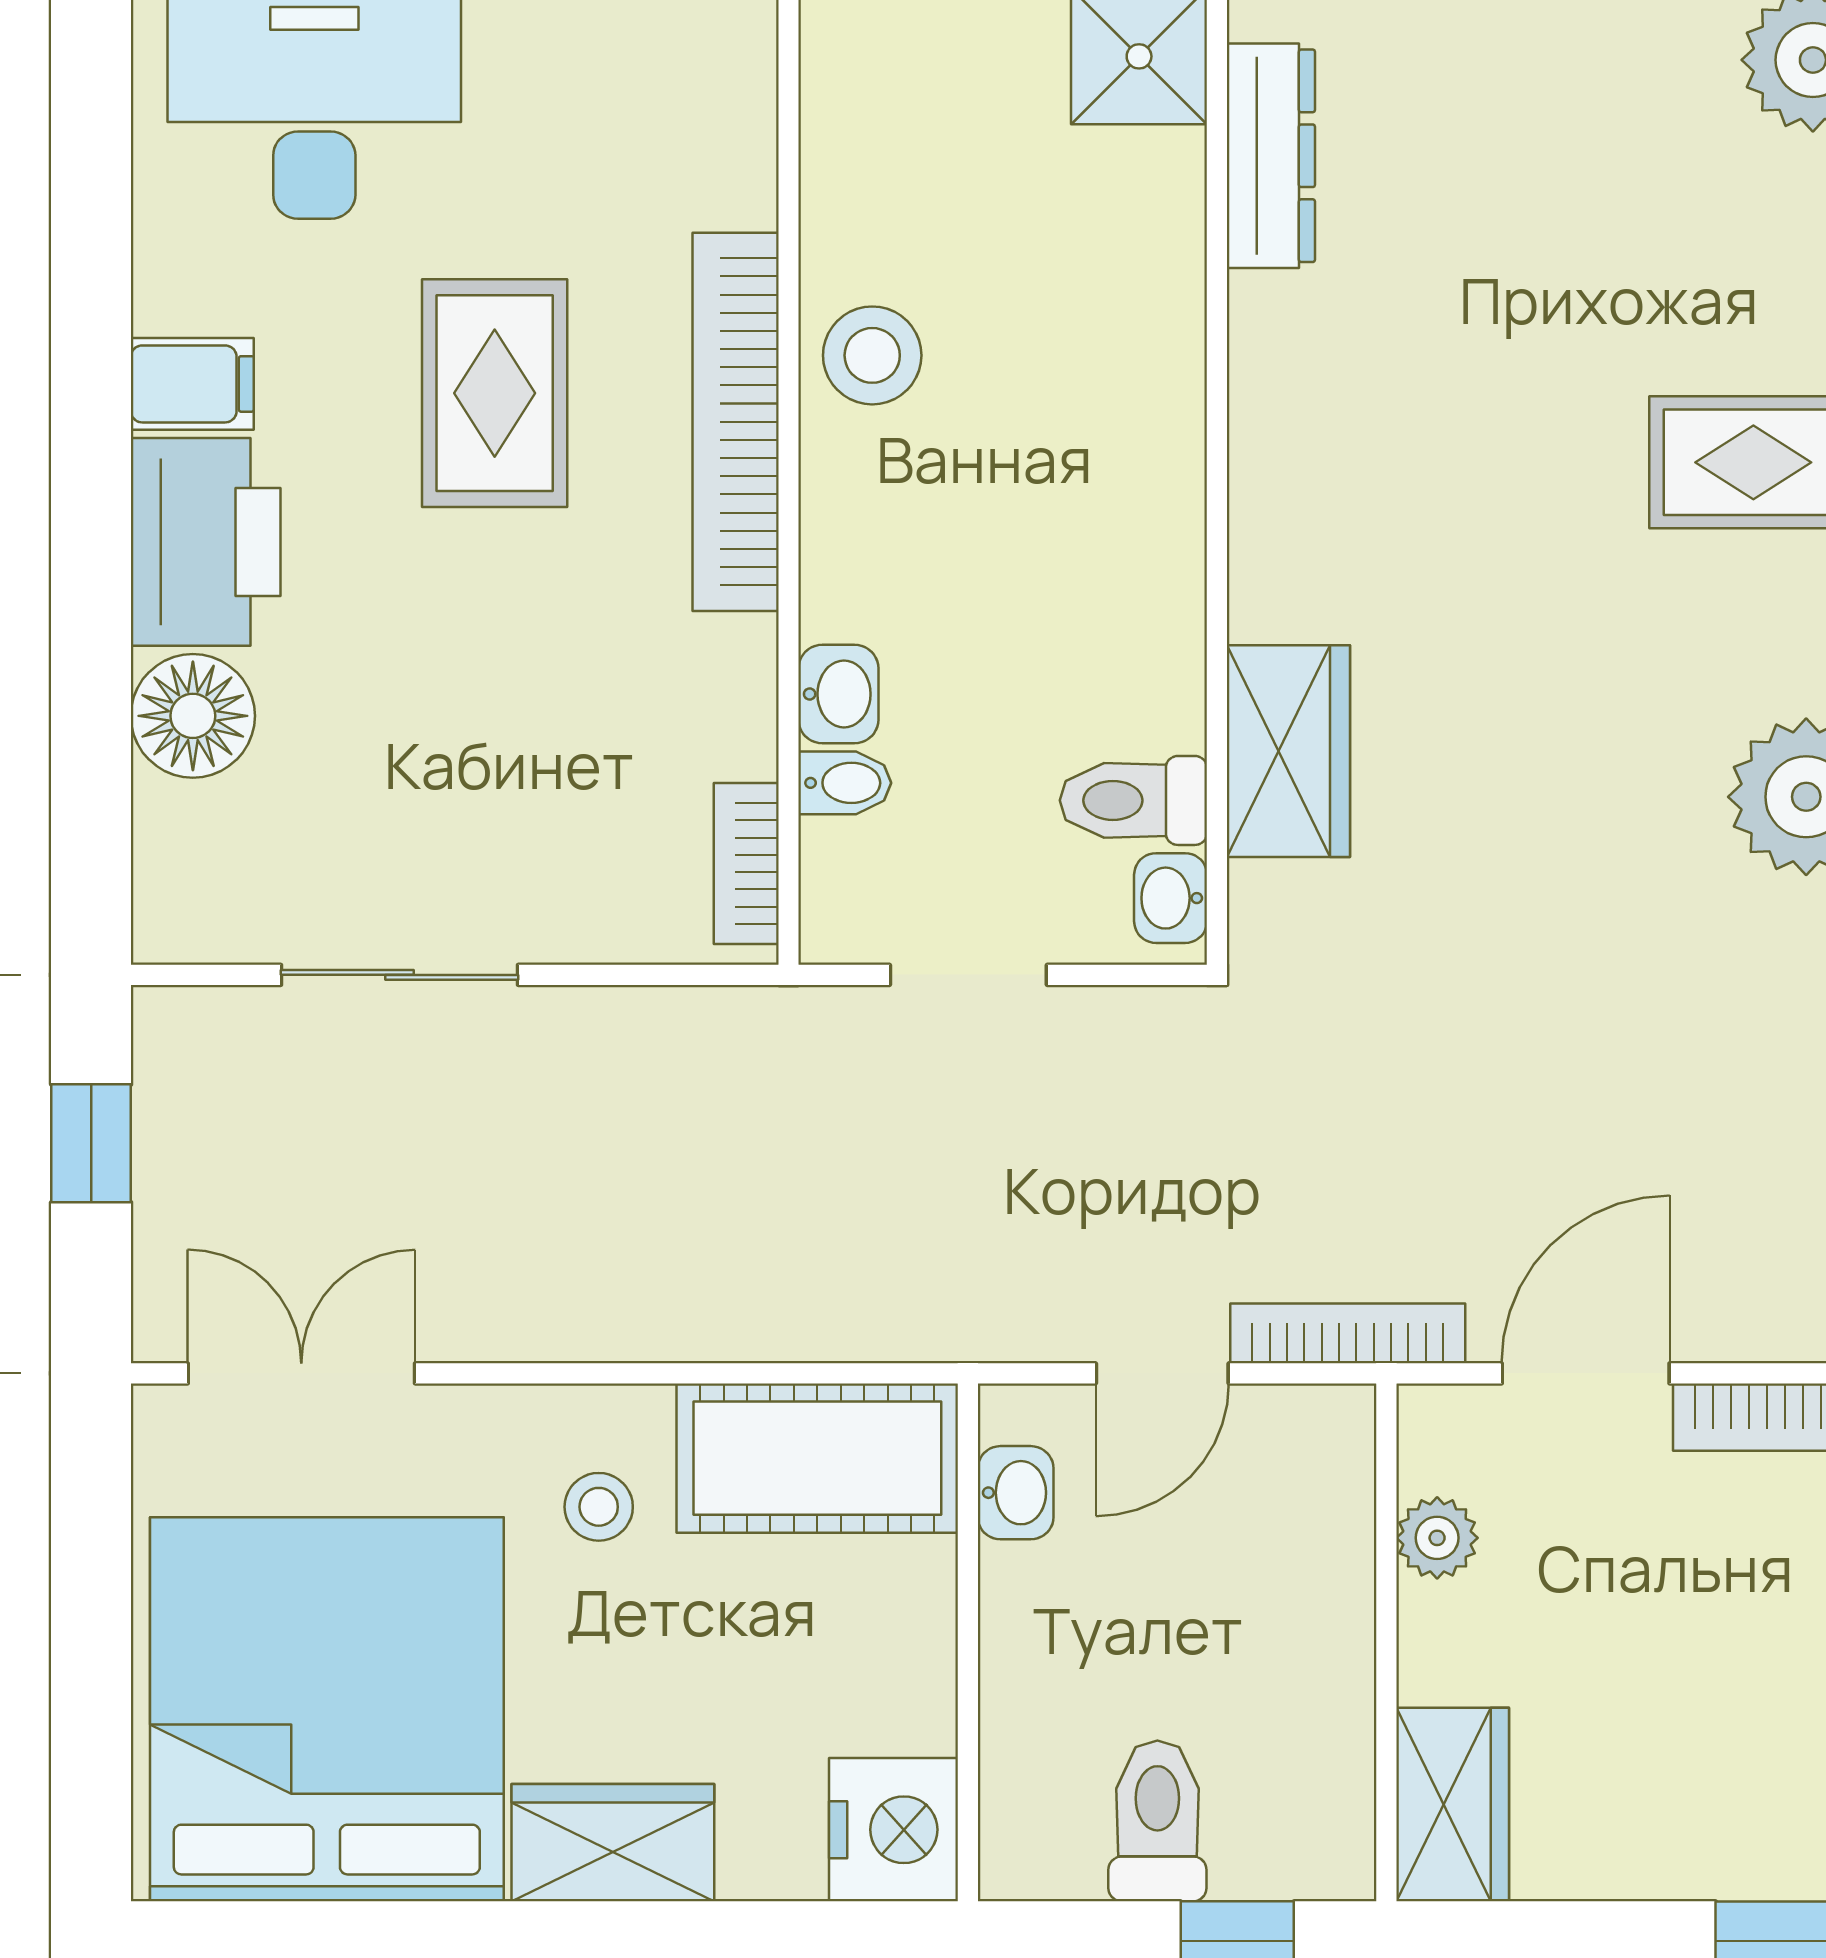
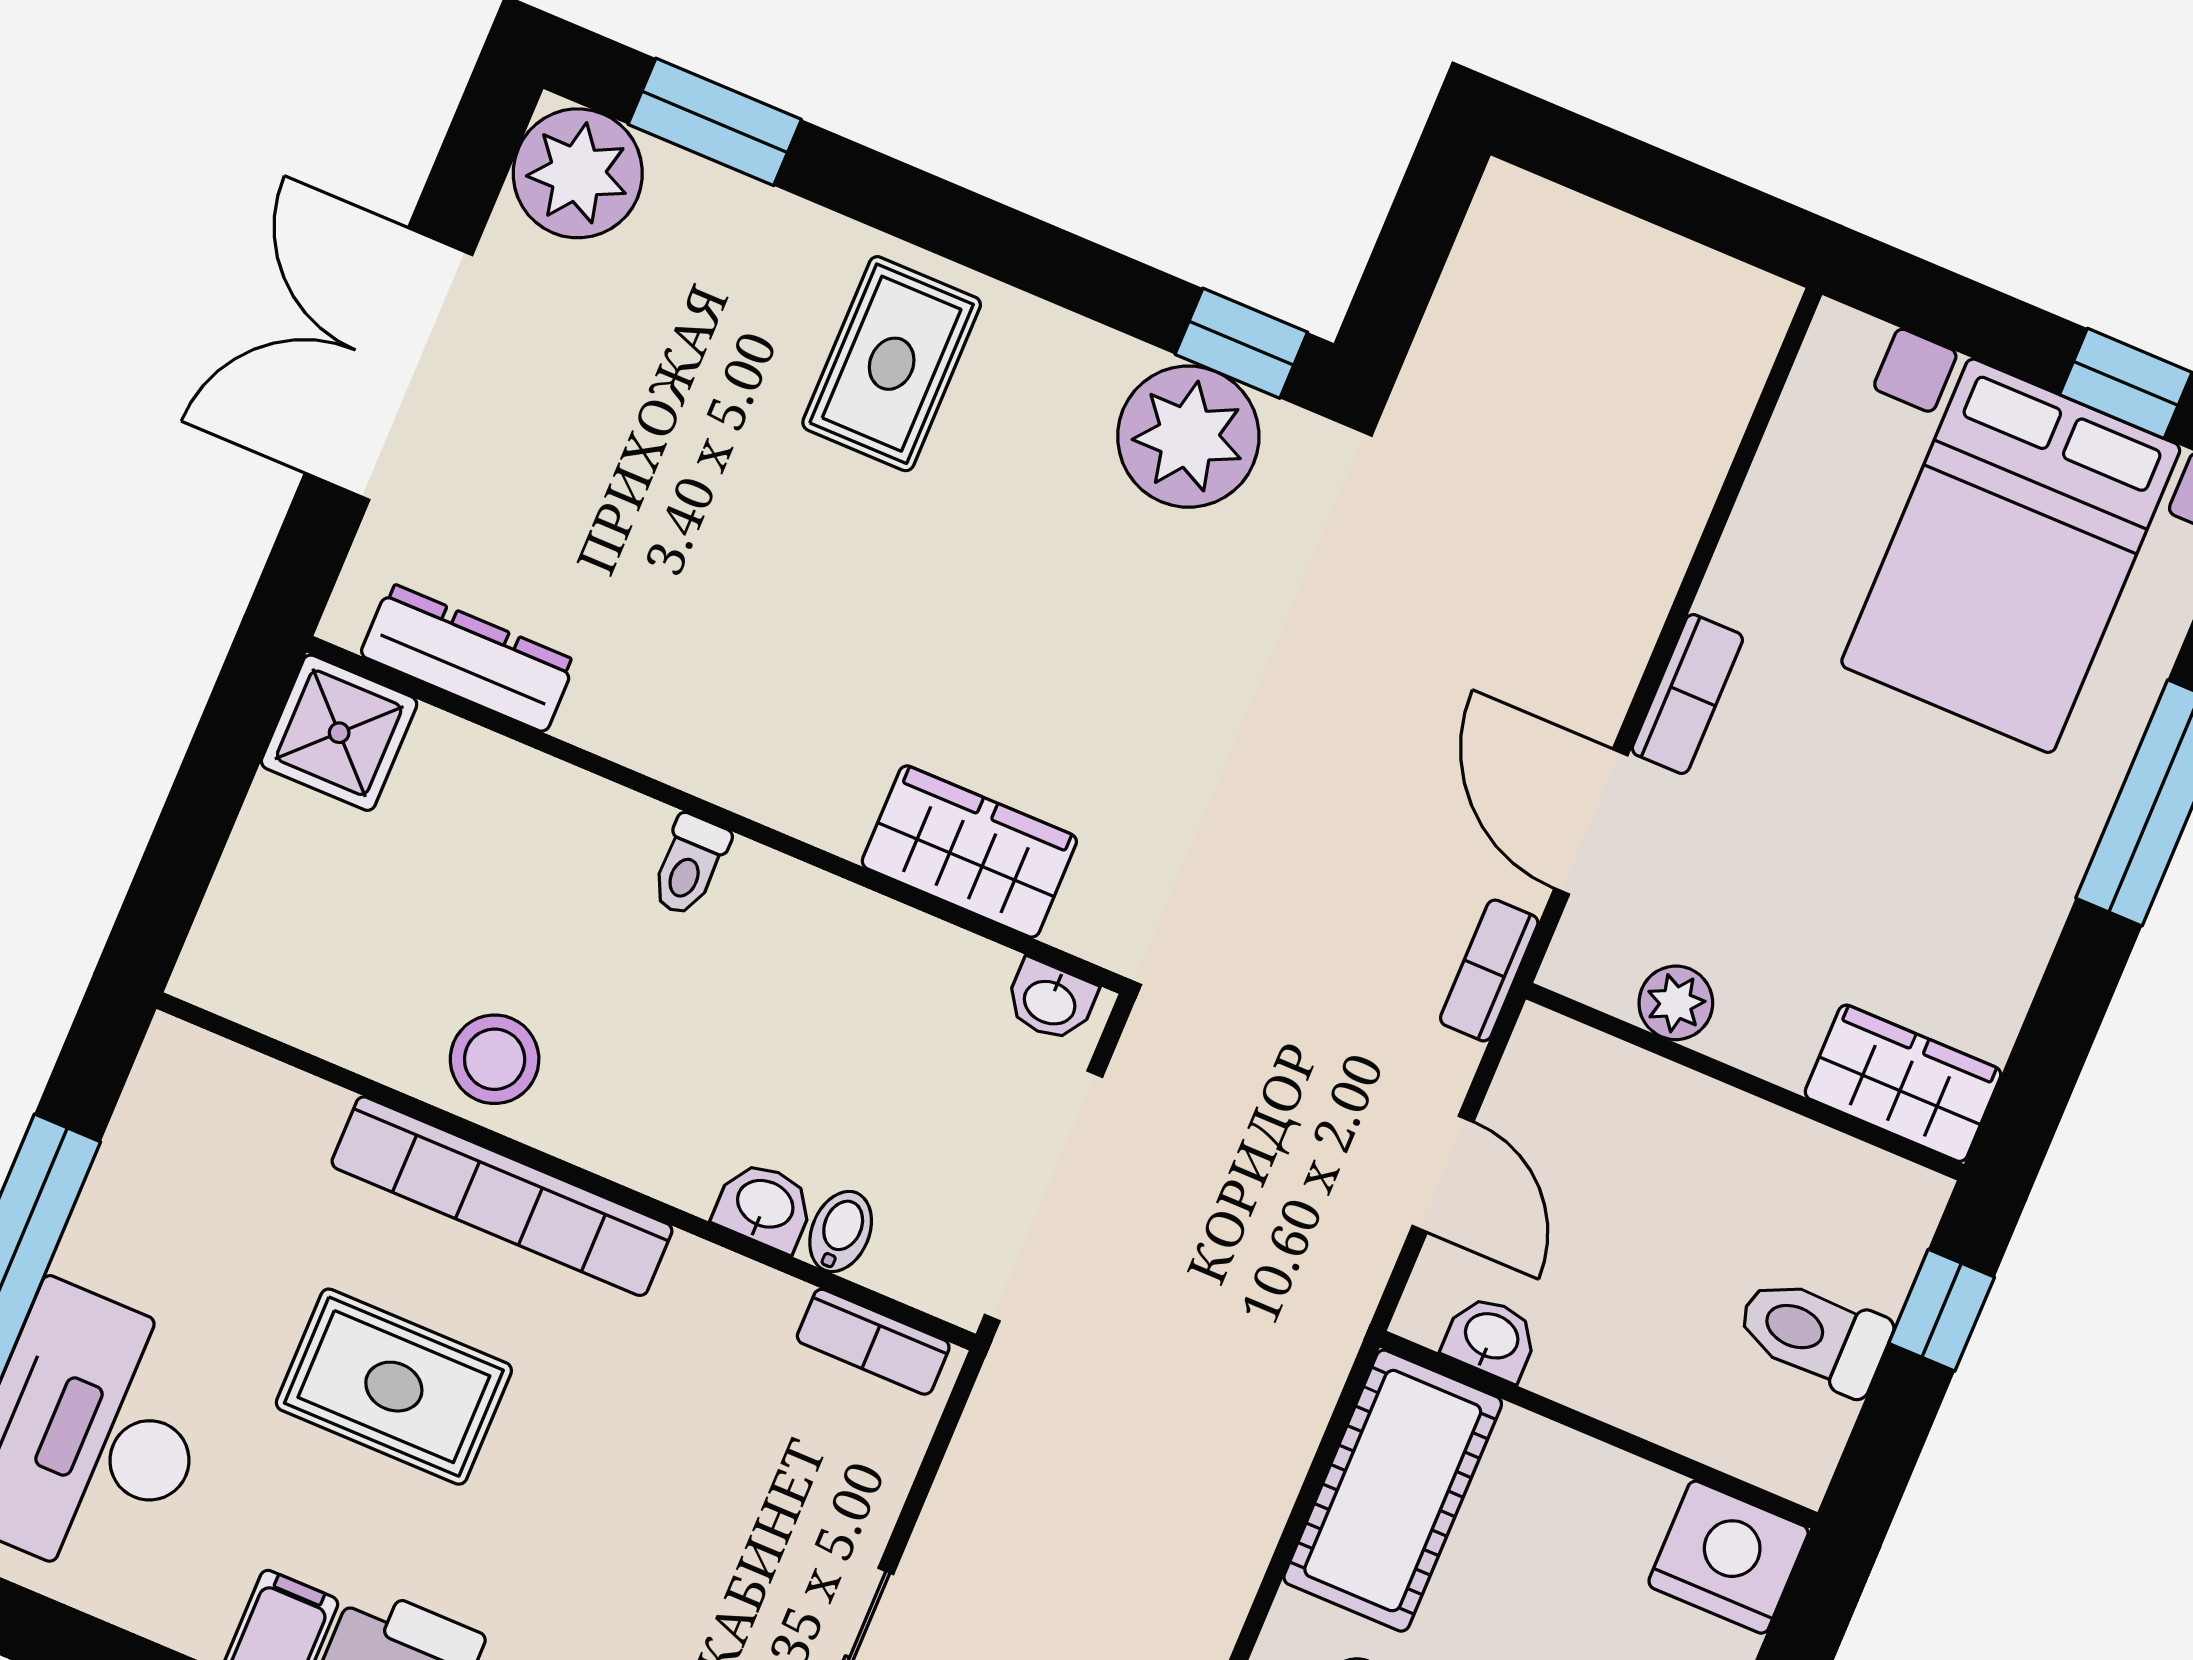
toilet: (1133, 800) -> (689, 865), moved, width x0.73, depth x0.72
doorway: (968, 975) -> (1043, 1196), width x1.88
bookcase: (1348, 1333) -> (1489, 970), width x0.64

